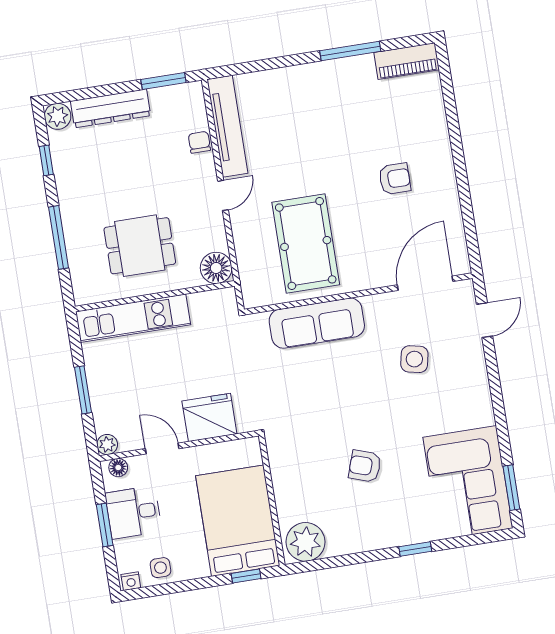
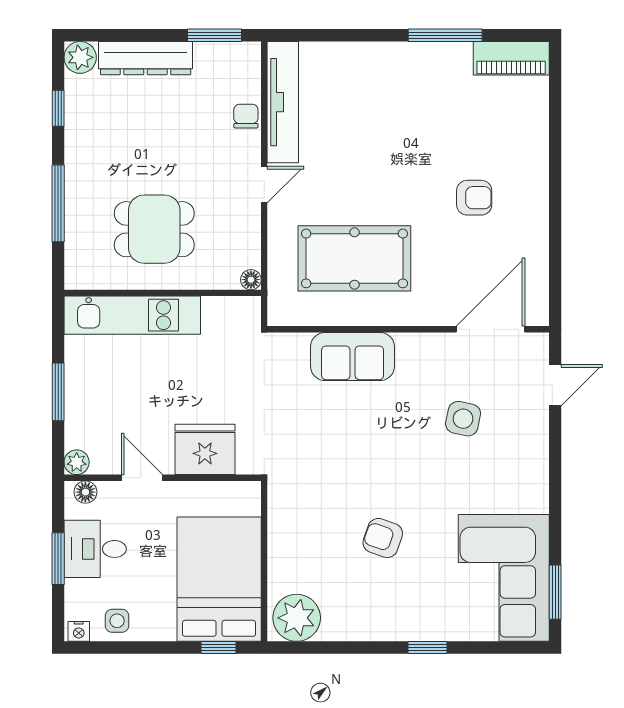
pool table: (306, 243) -> (354, 258), turned 90
floor lamp: (216, 268) -> (251, 280), width x0.53, depth x0.53
sofa: (317, 323) -> (353, 357), width x0.73

